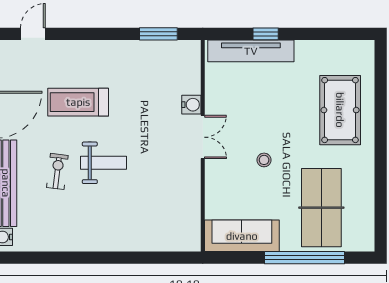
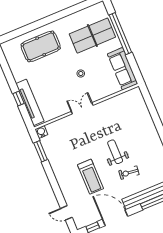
water cooler: (191, 105) -> (41, 132), moved

